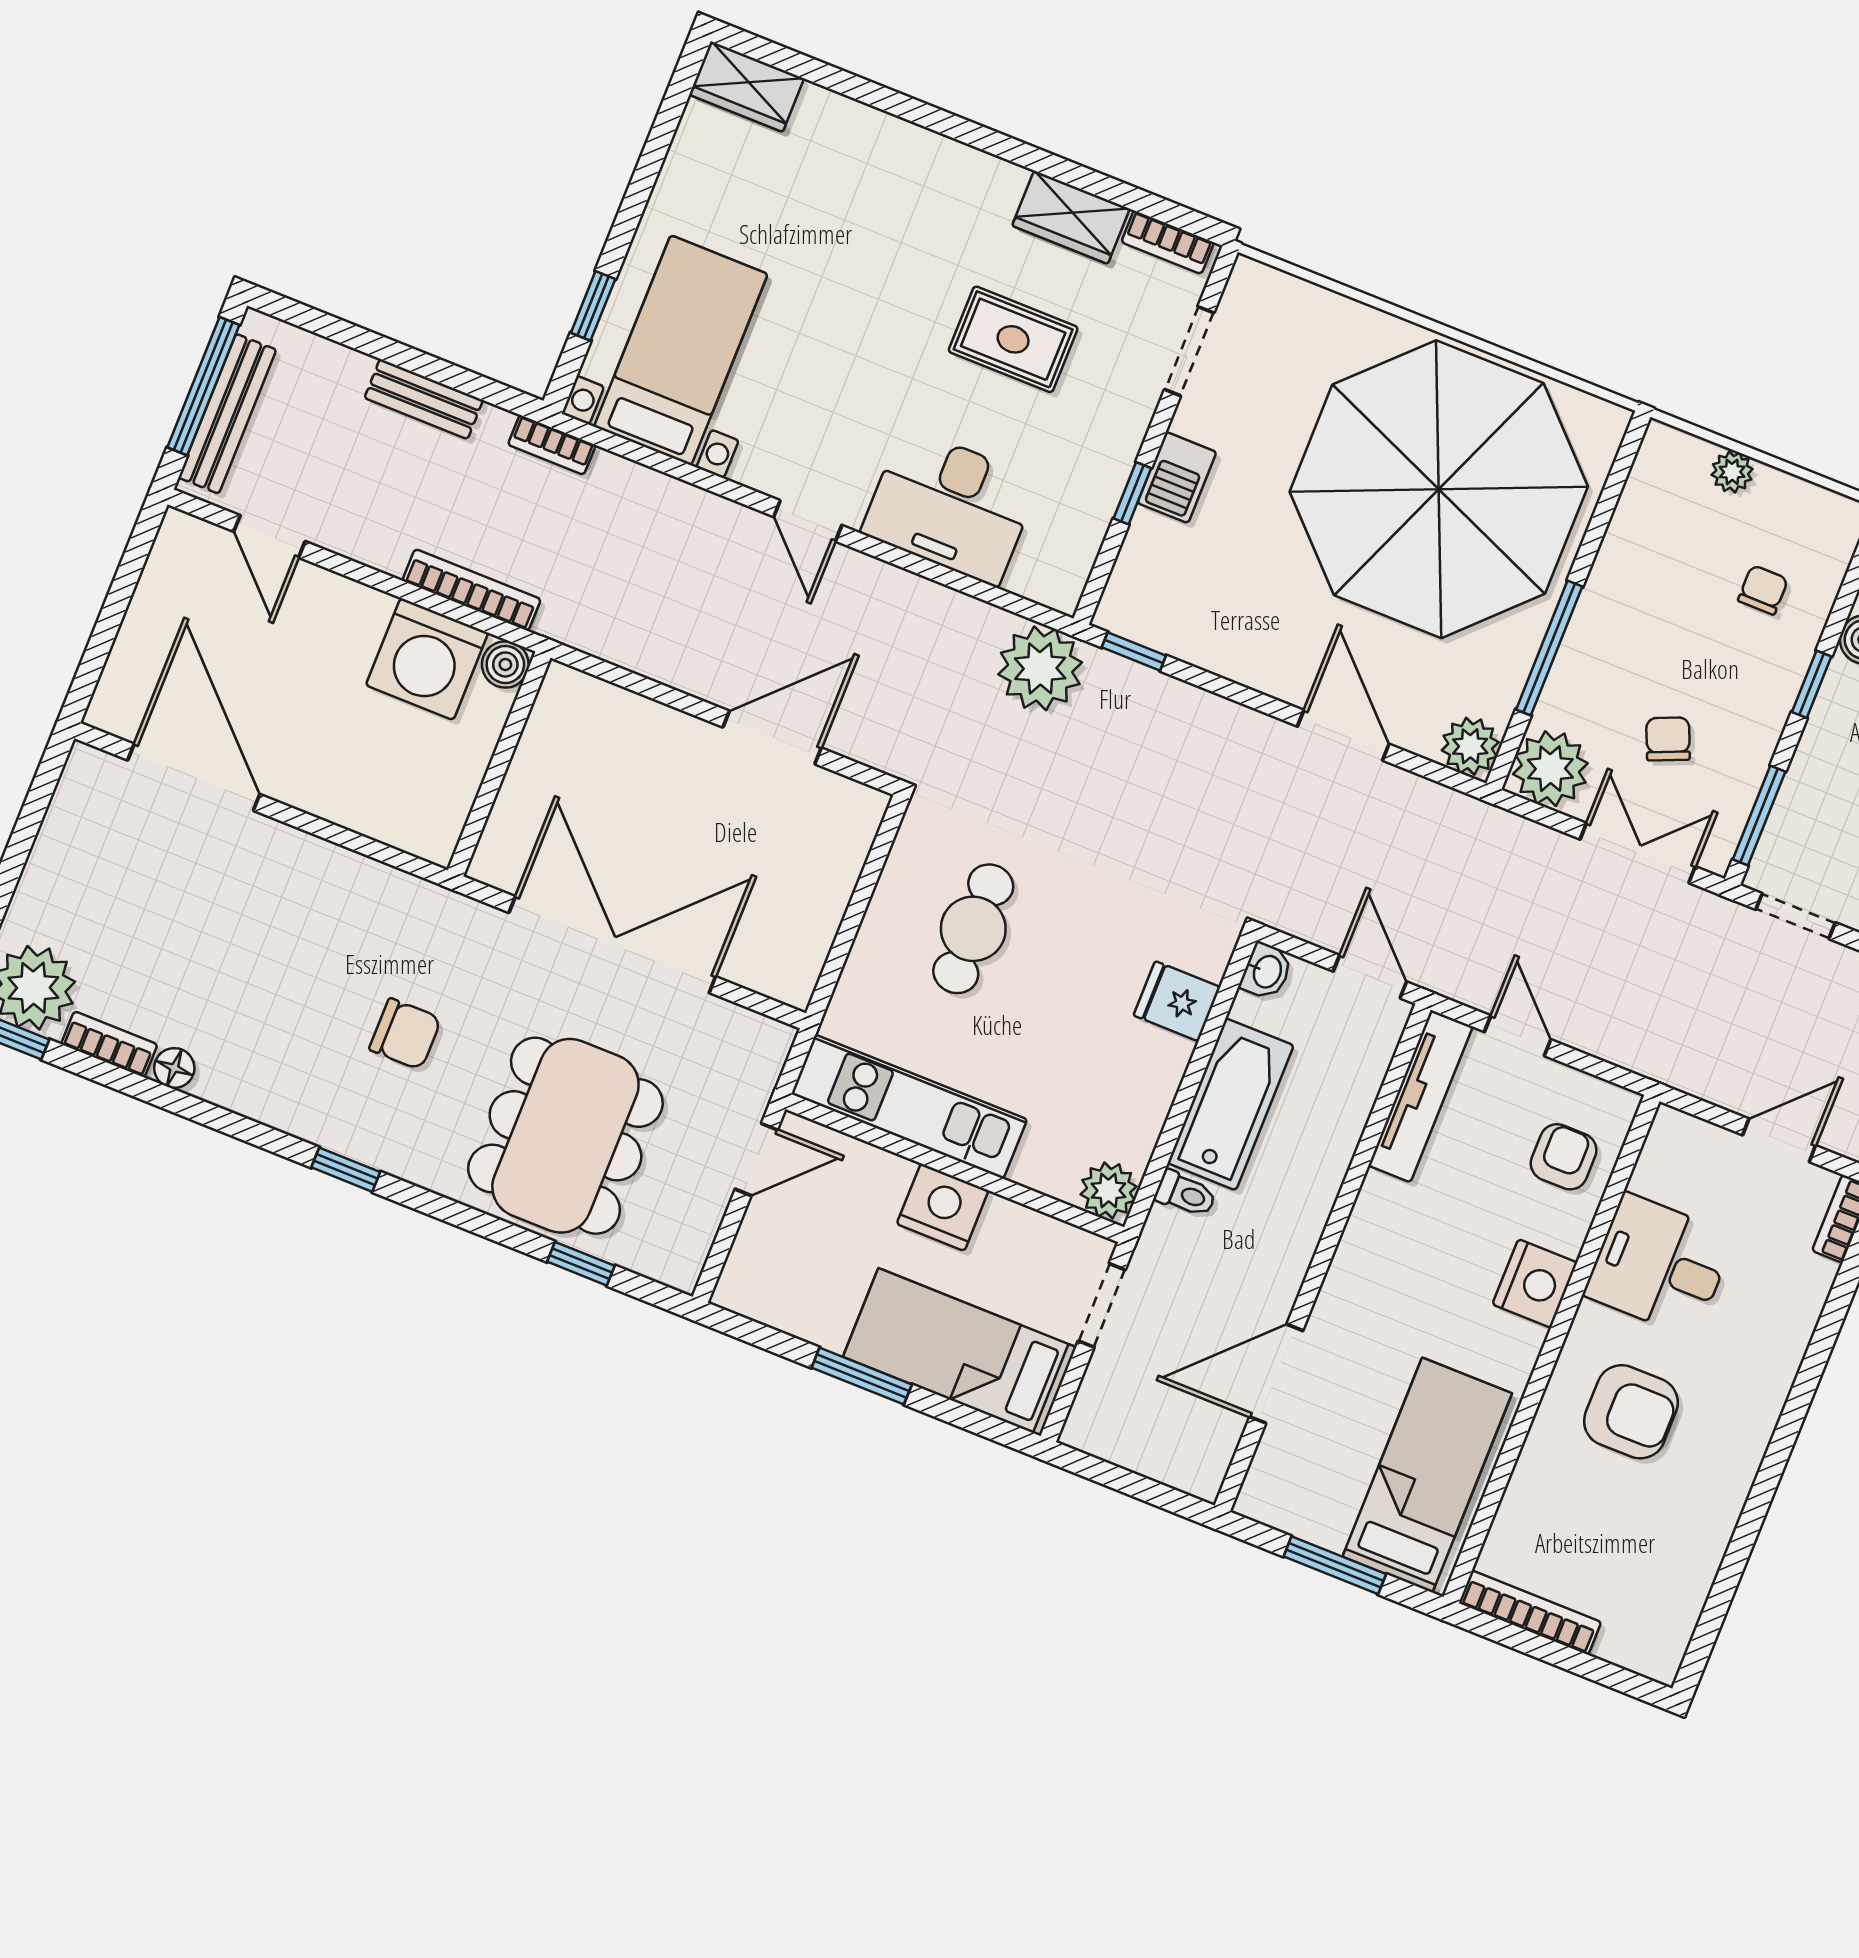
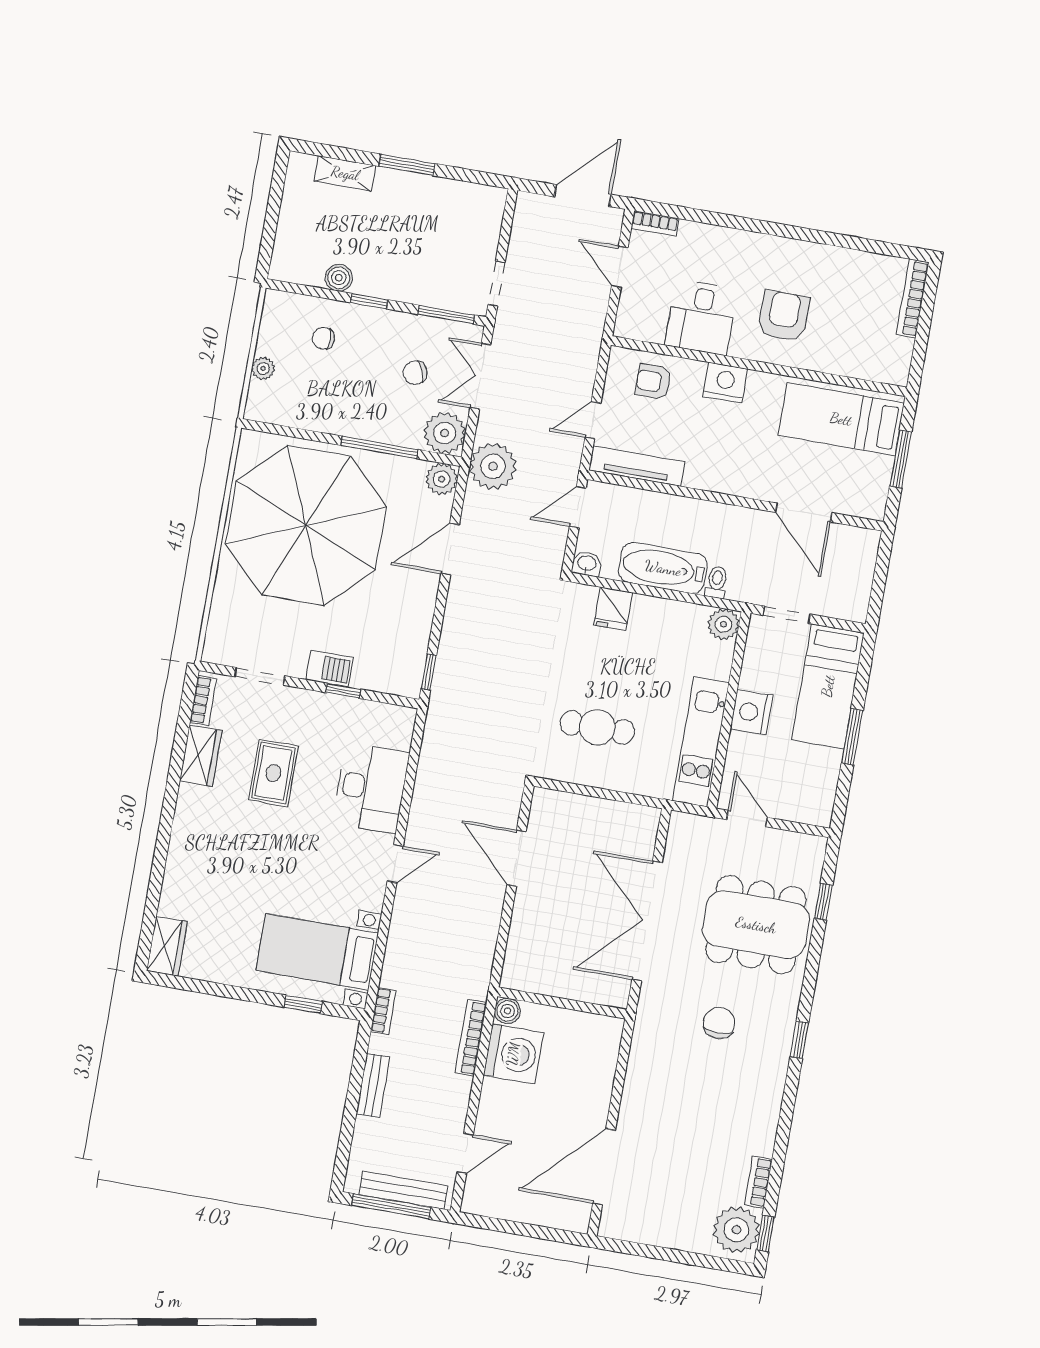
plant: (1040, 668) -> (493, 466), moved
floor lamp: (174, 1068) -> (764, 1144), removed
bookcase: (1530, 1613) -> (913, 298), moved

